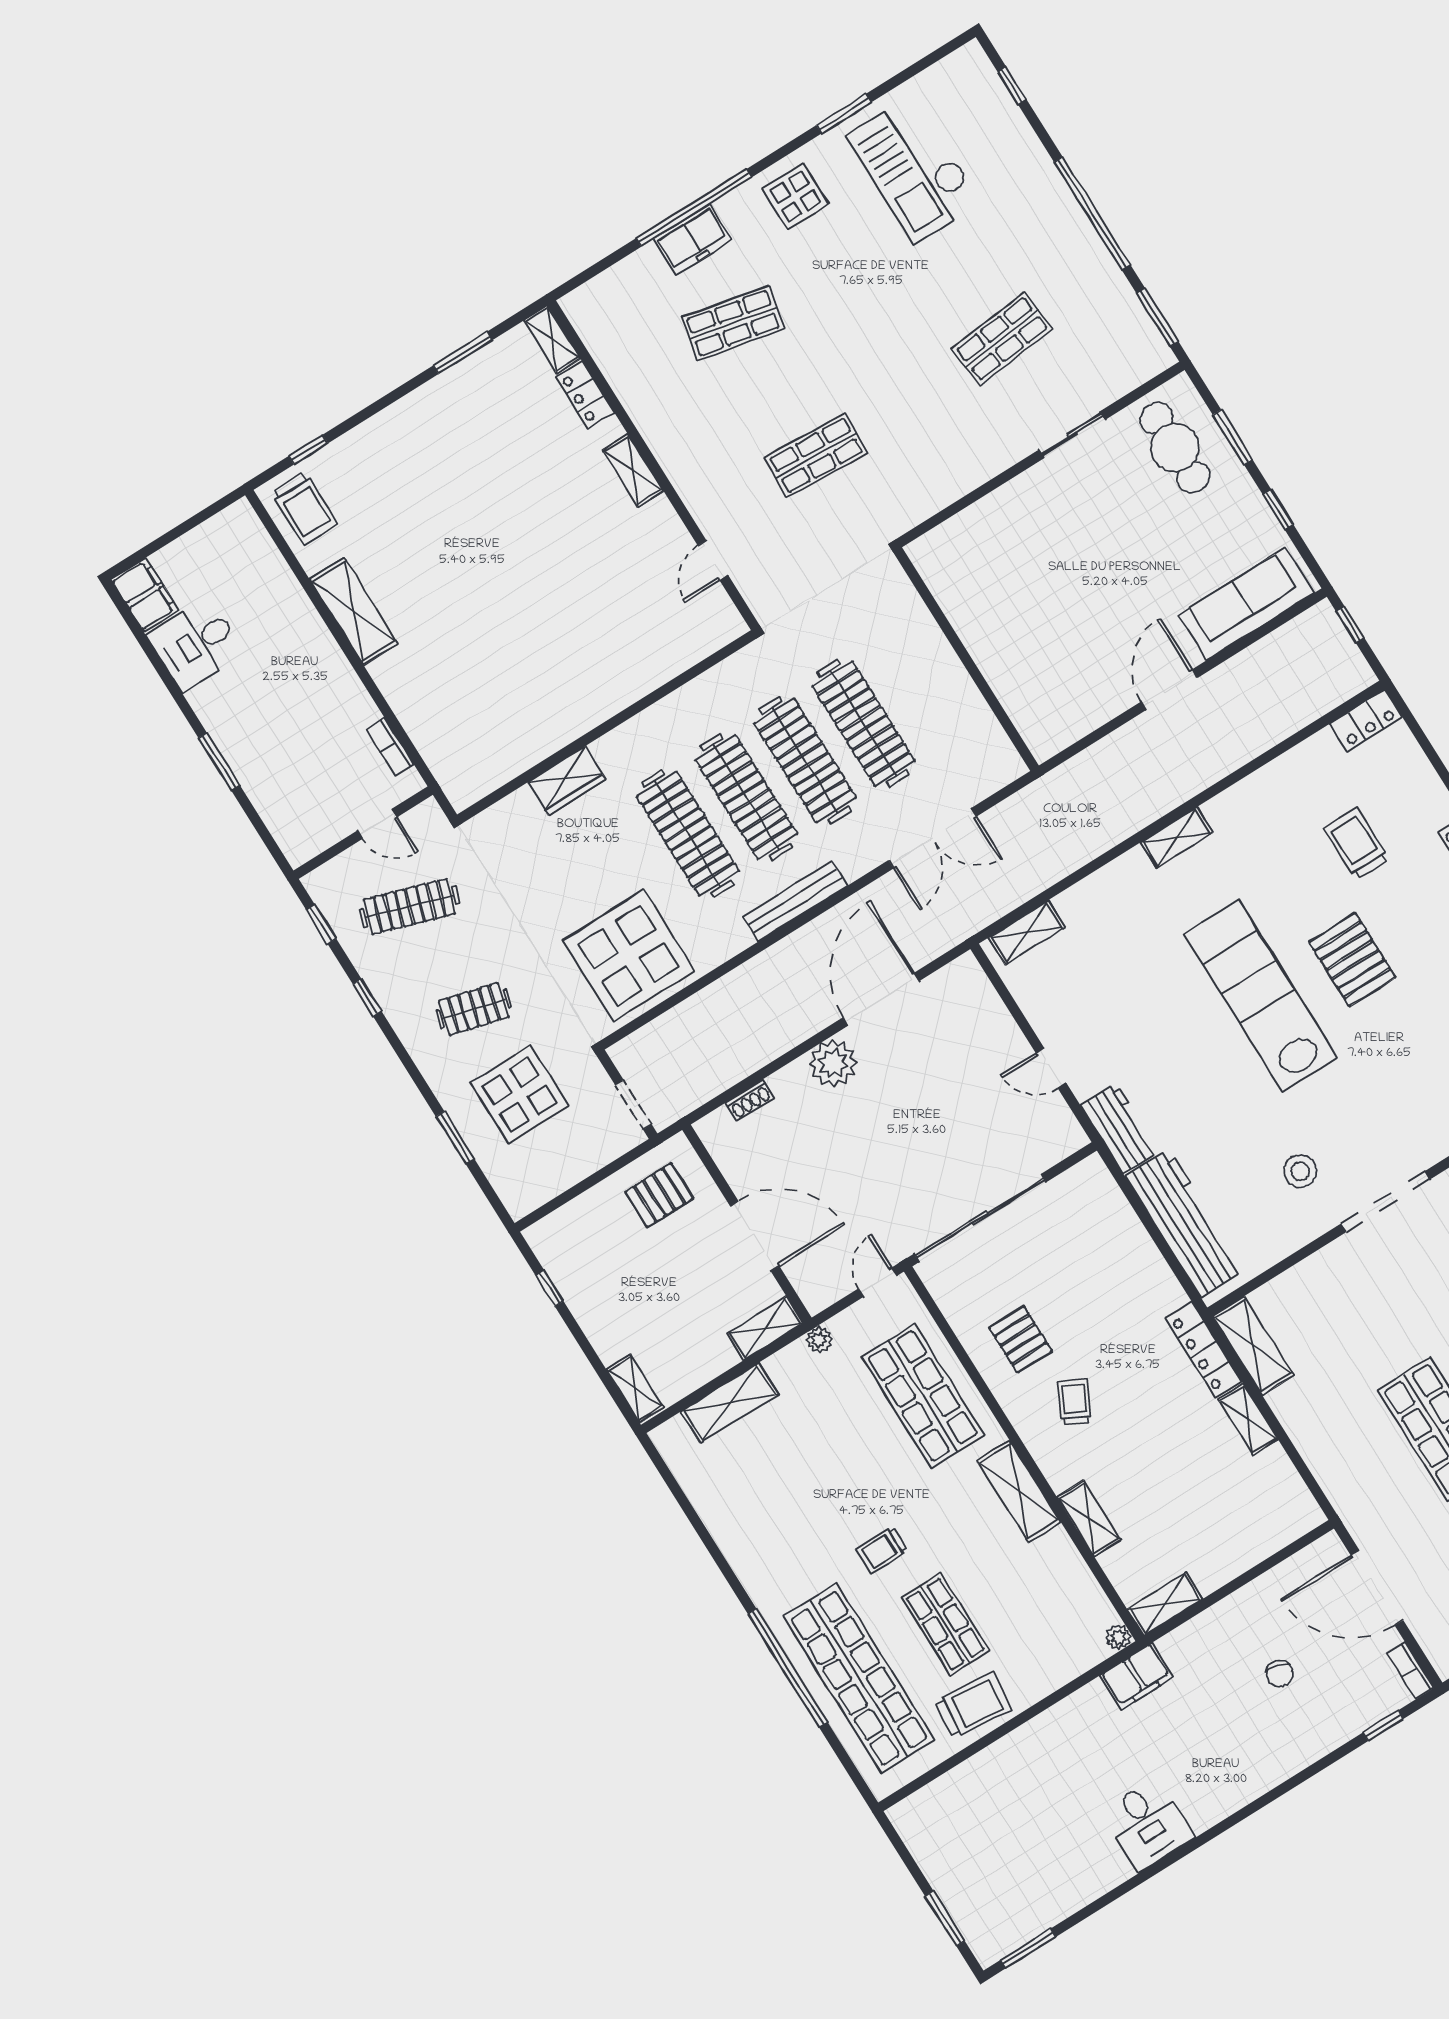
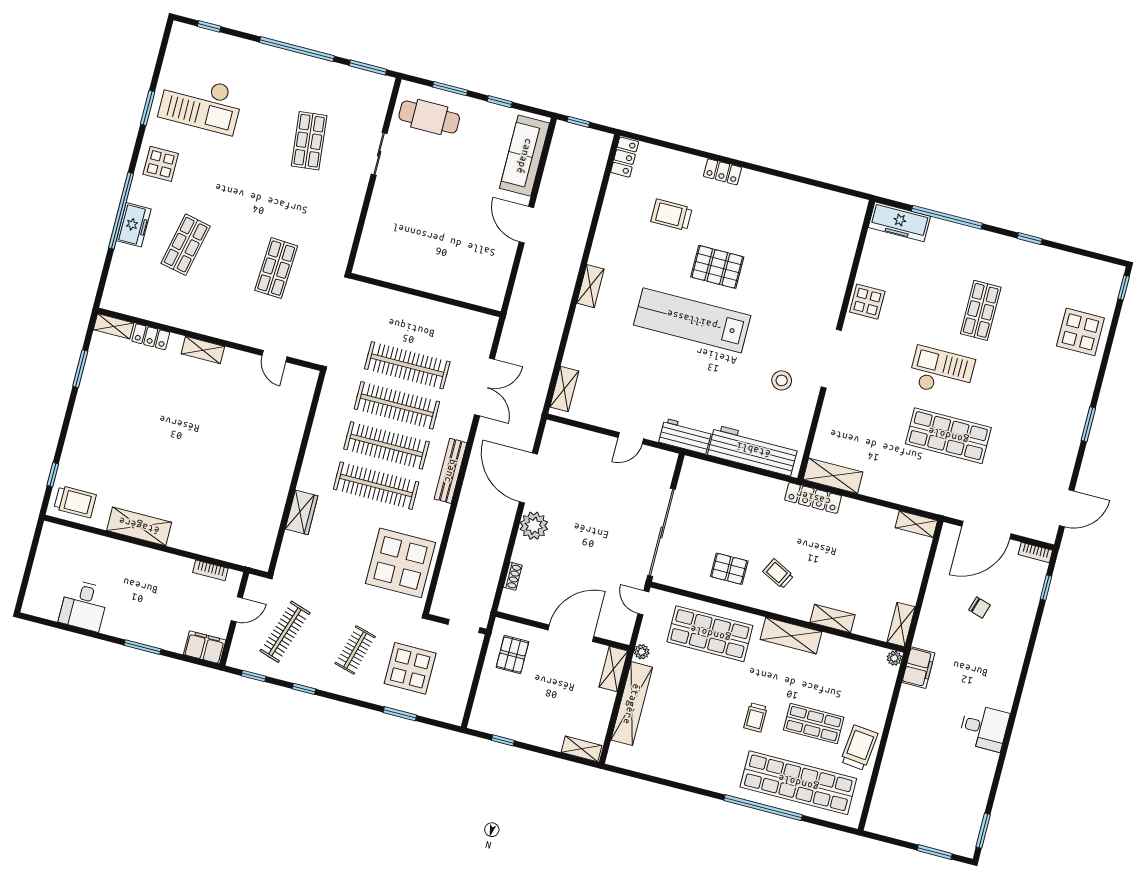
filing cabinet: (145, 595) -> (205, 647), moved
shelving: (730, 1403) -> (632, 704), width x1.47
shelving: (1248, 1419) -> (916, 524), moved

